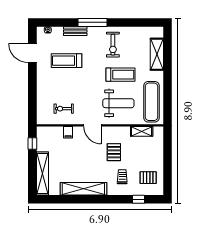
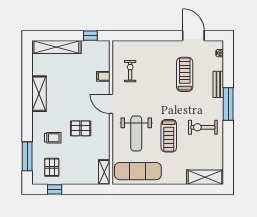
door: (32, 53) -> (193, 36), hinge flipped
shelving: (157, 54) -> (205, 177), moved
door: (92, 125) -> (111, 104), hinge flipped
shelving: (142, 131) -> (104, 172), moved
window: (168, 175) -> (55, 189), added
shelving: (83, 189) -> (39, 94), width x0.68
window: (138, 199) -> (27, 156), width x2.17

